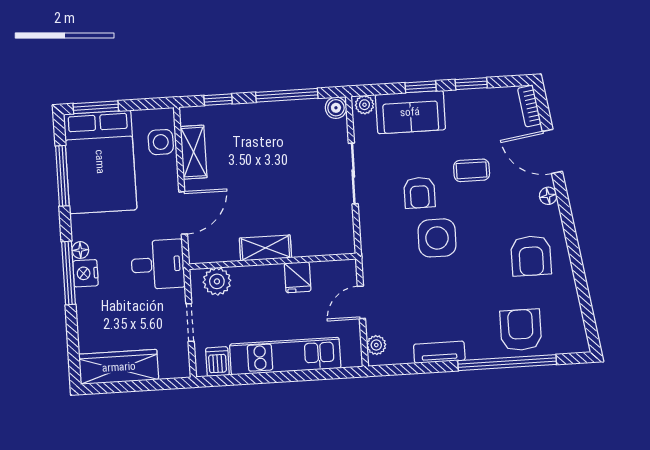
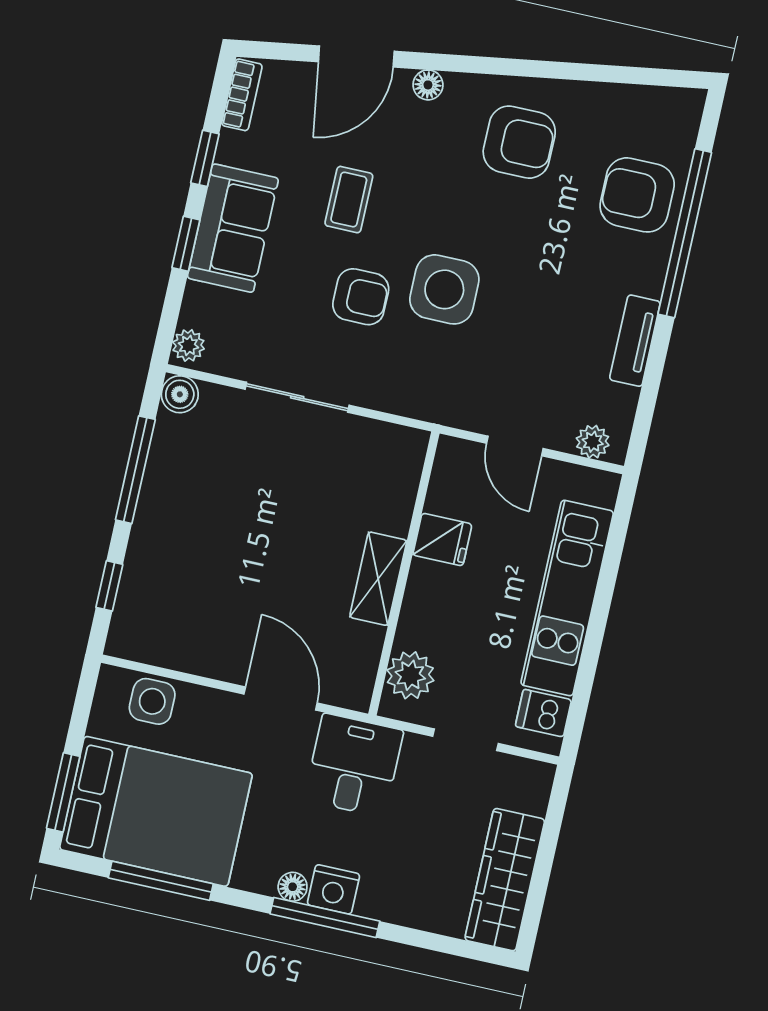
bookcase: (529, 106) -> (242, 95), moved, turned -81
sofa: (410, 112) -> (233, 228), moved
shelving: (194, 152) -> (185, 652), removed

